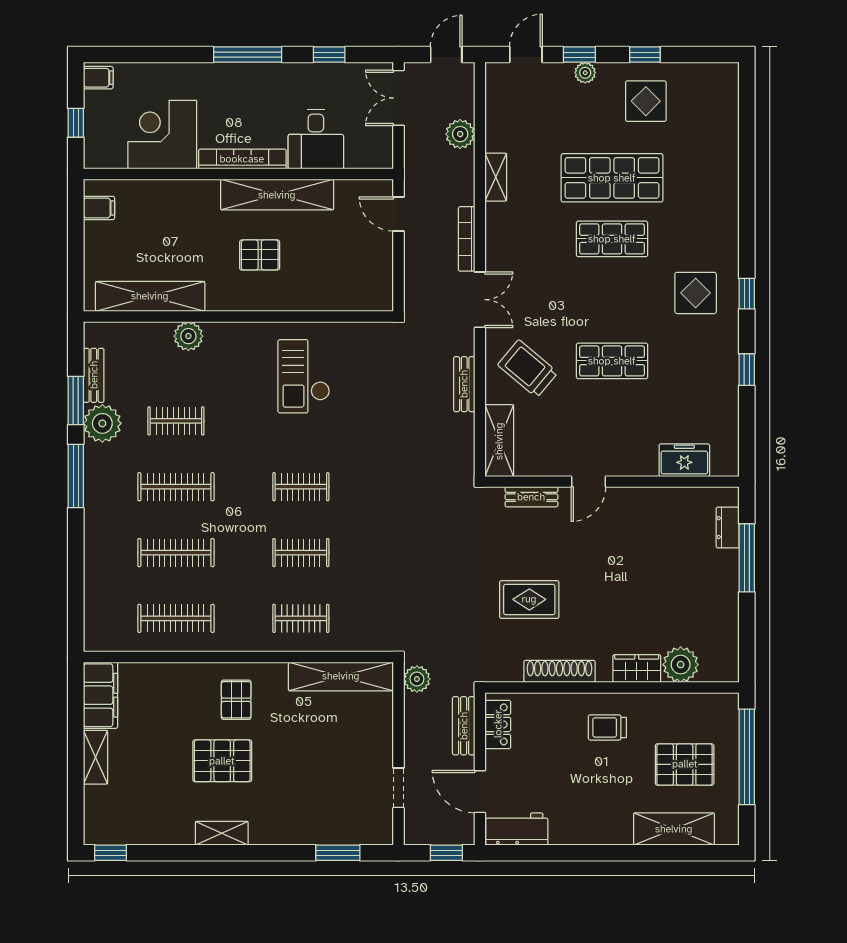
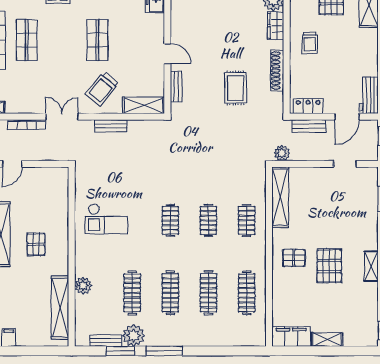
clothes rail: (176, 421) -> (132, 293), width x1.36

